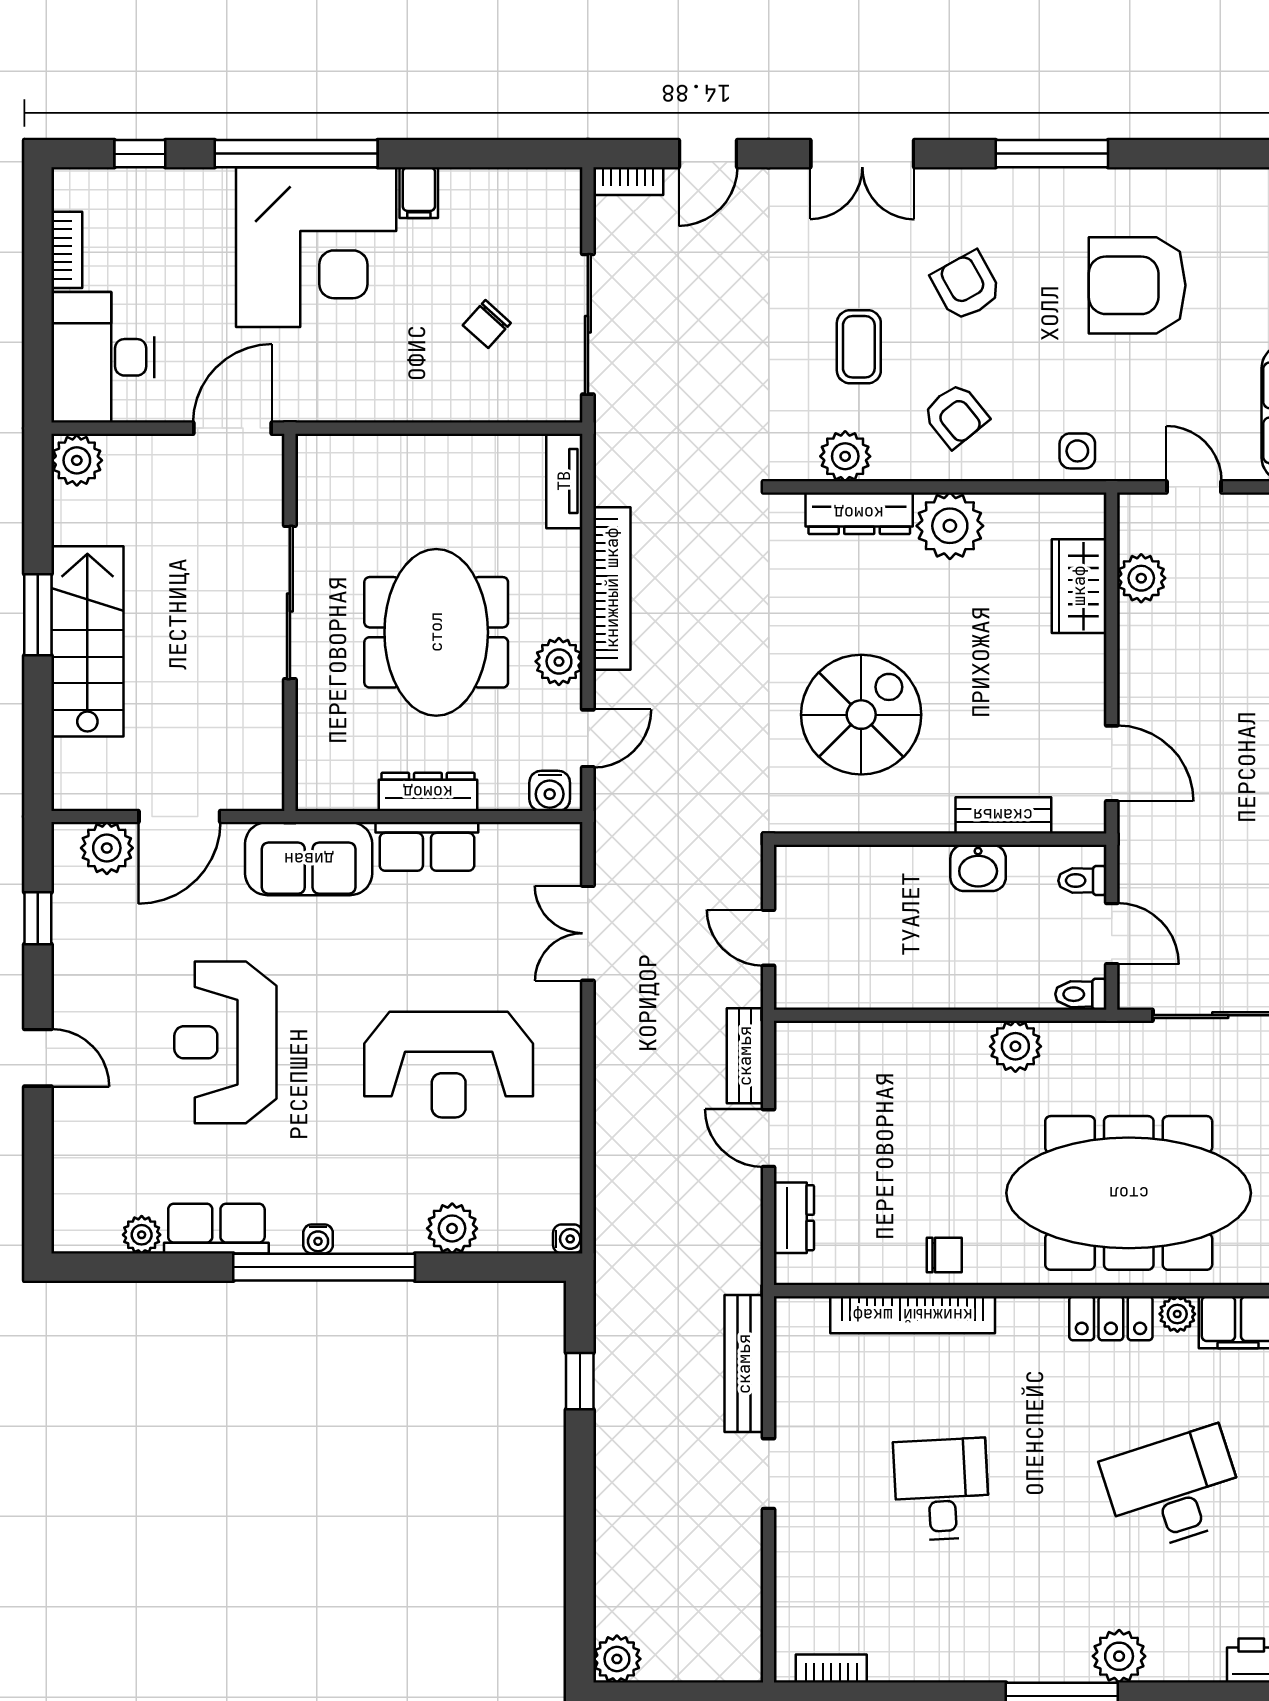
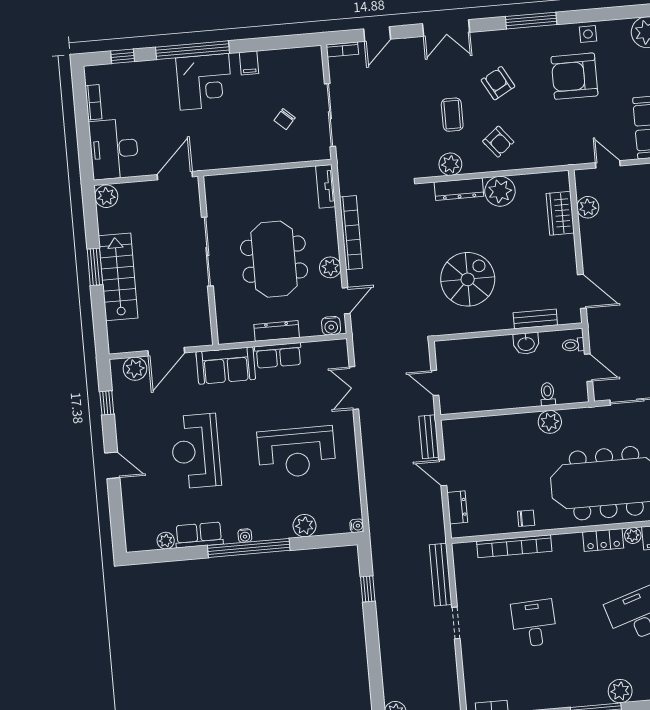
corner desk: (316, 247) -> (204, 82), width x0.74, depth x0.74
side table: (1077, 451) -> (588, 34), moved
toilet: (1081, 994) -> (548, 394), moved, turned 90

